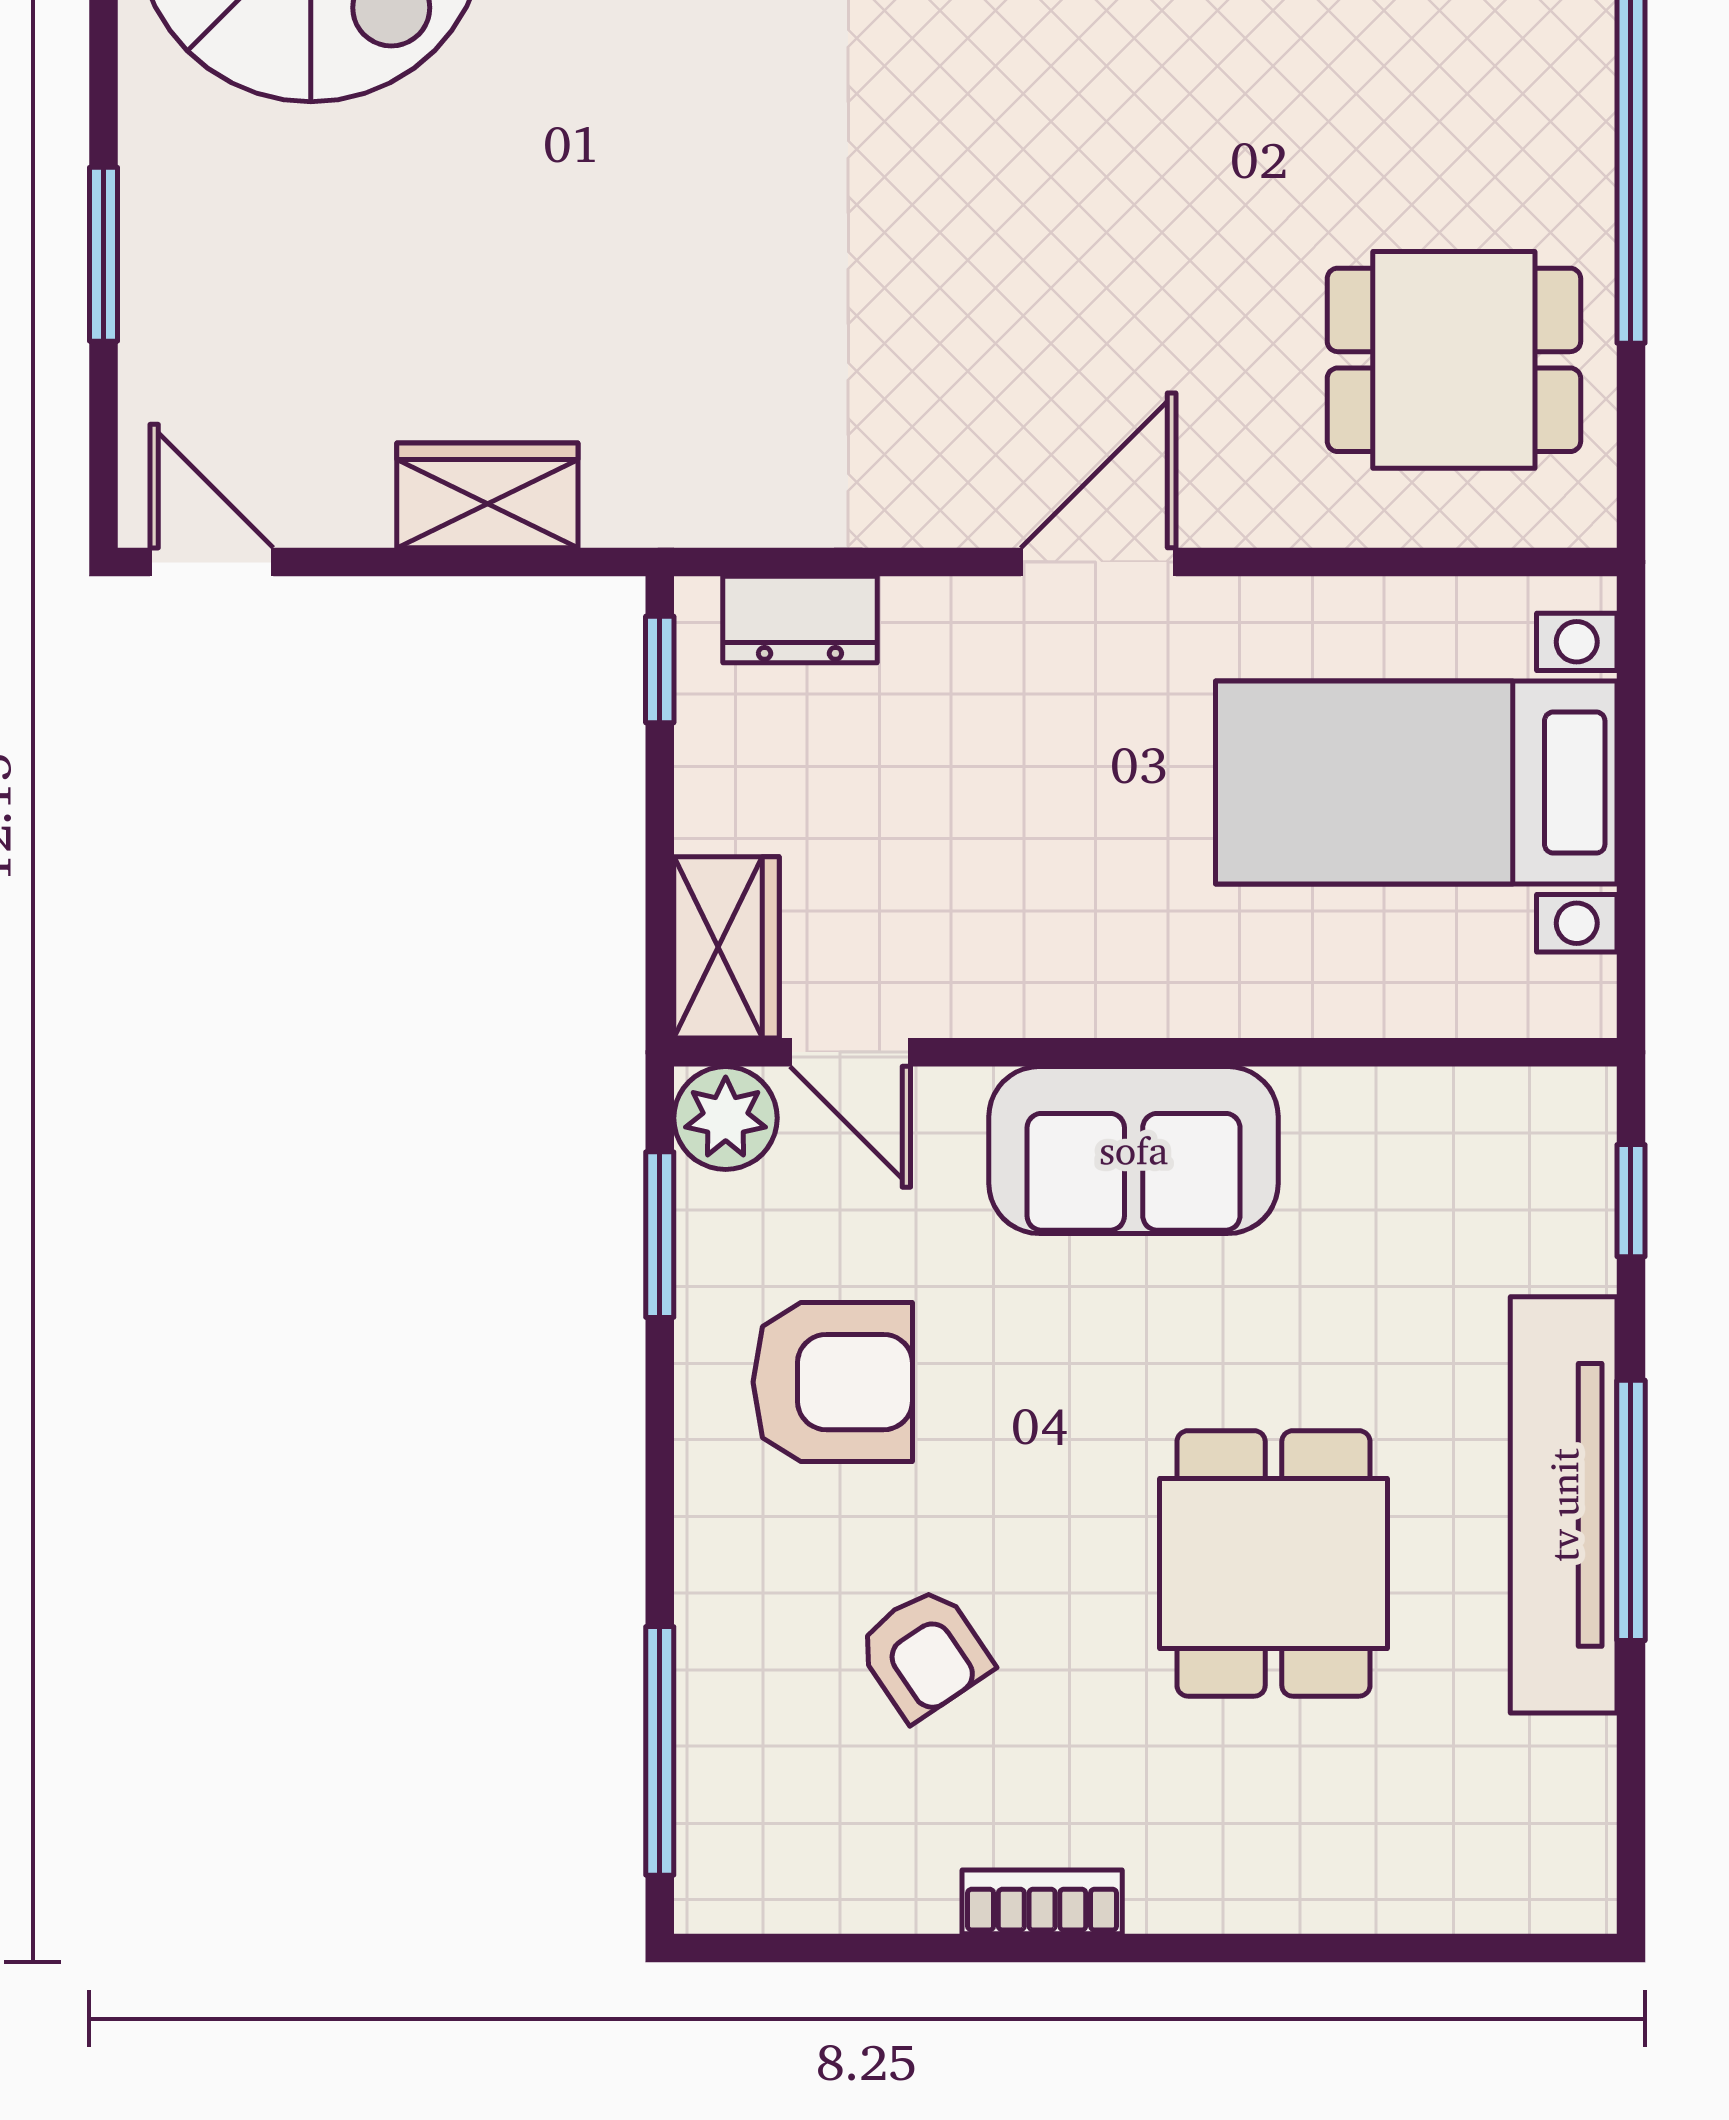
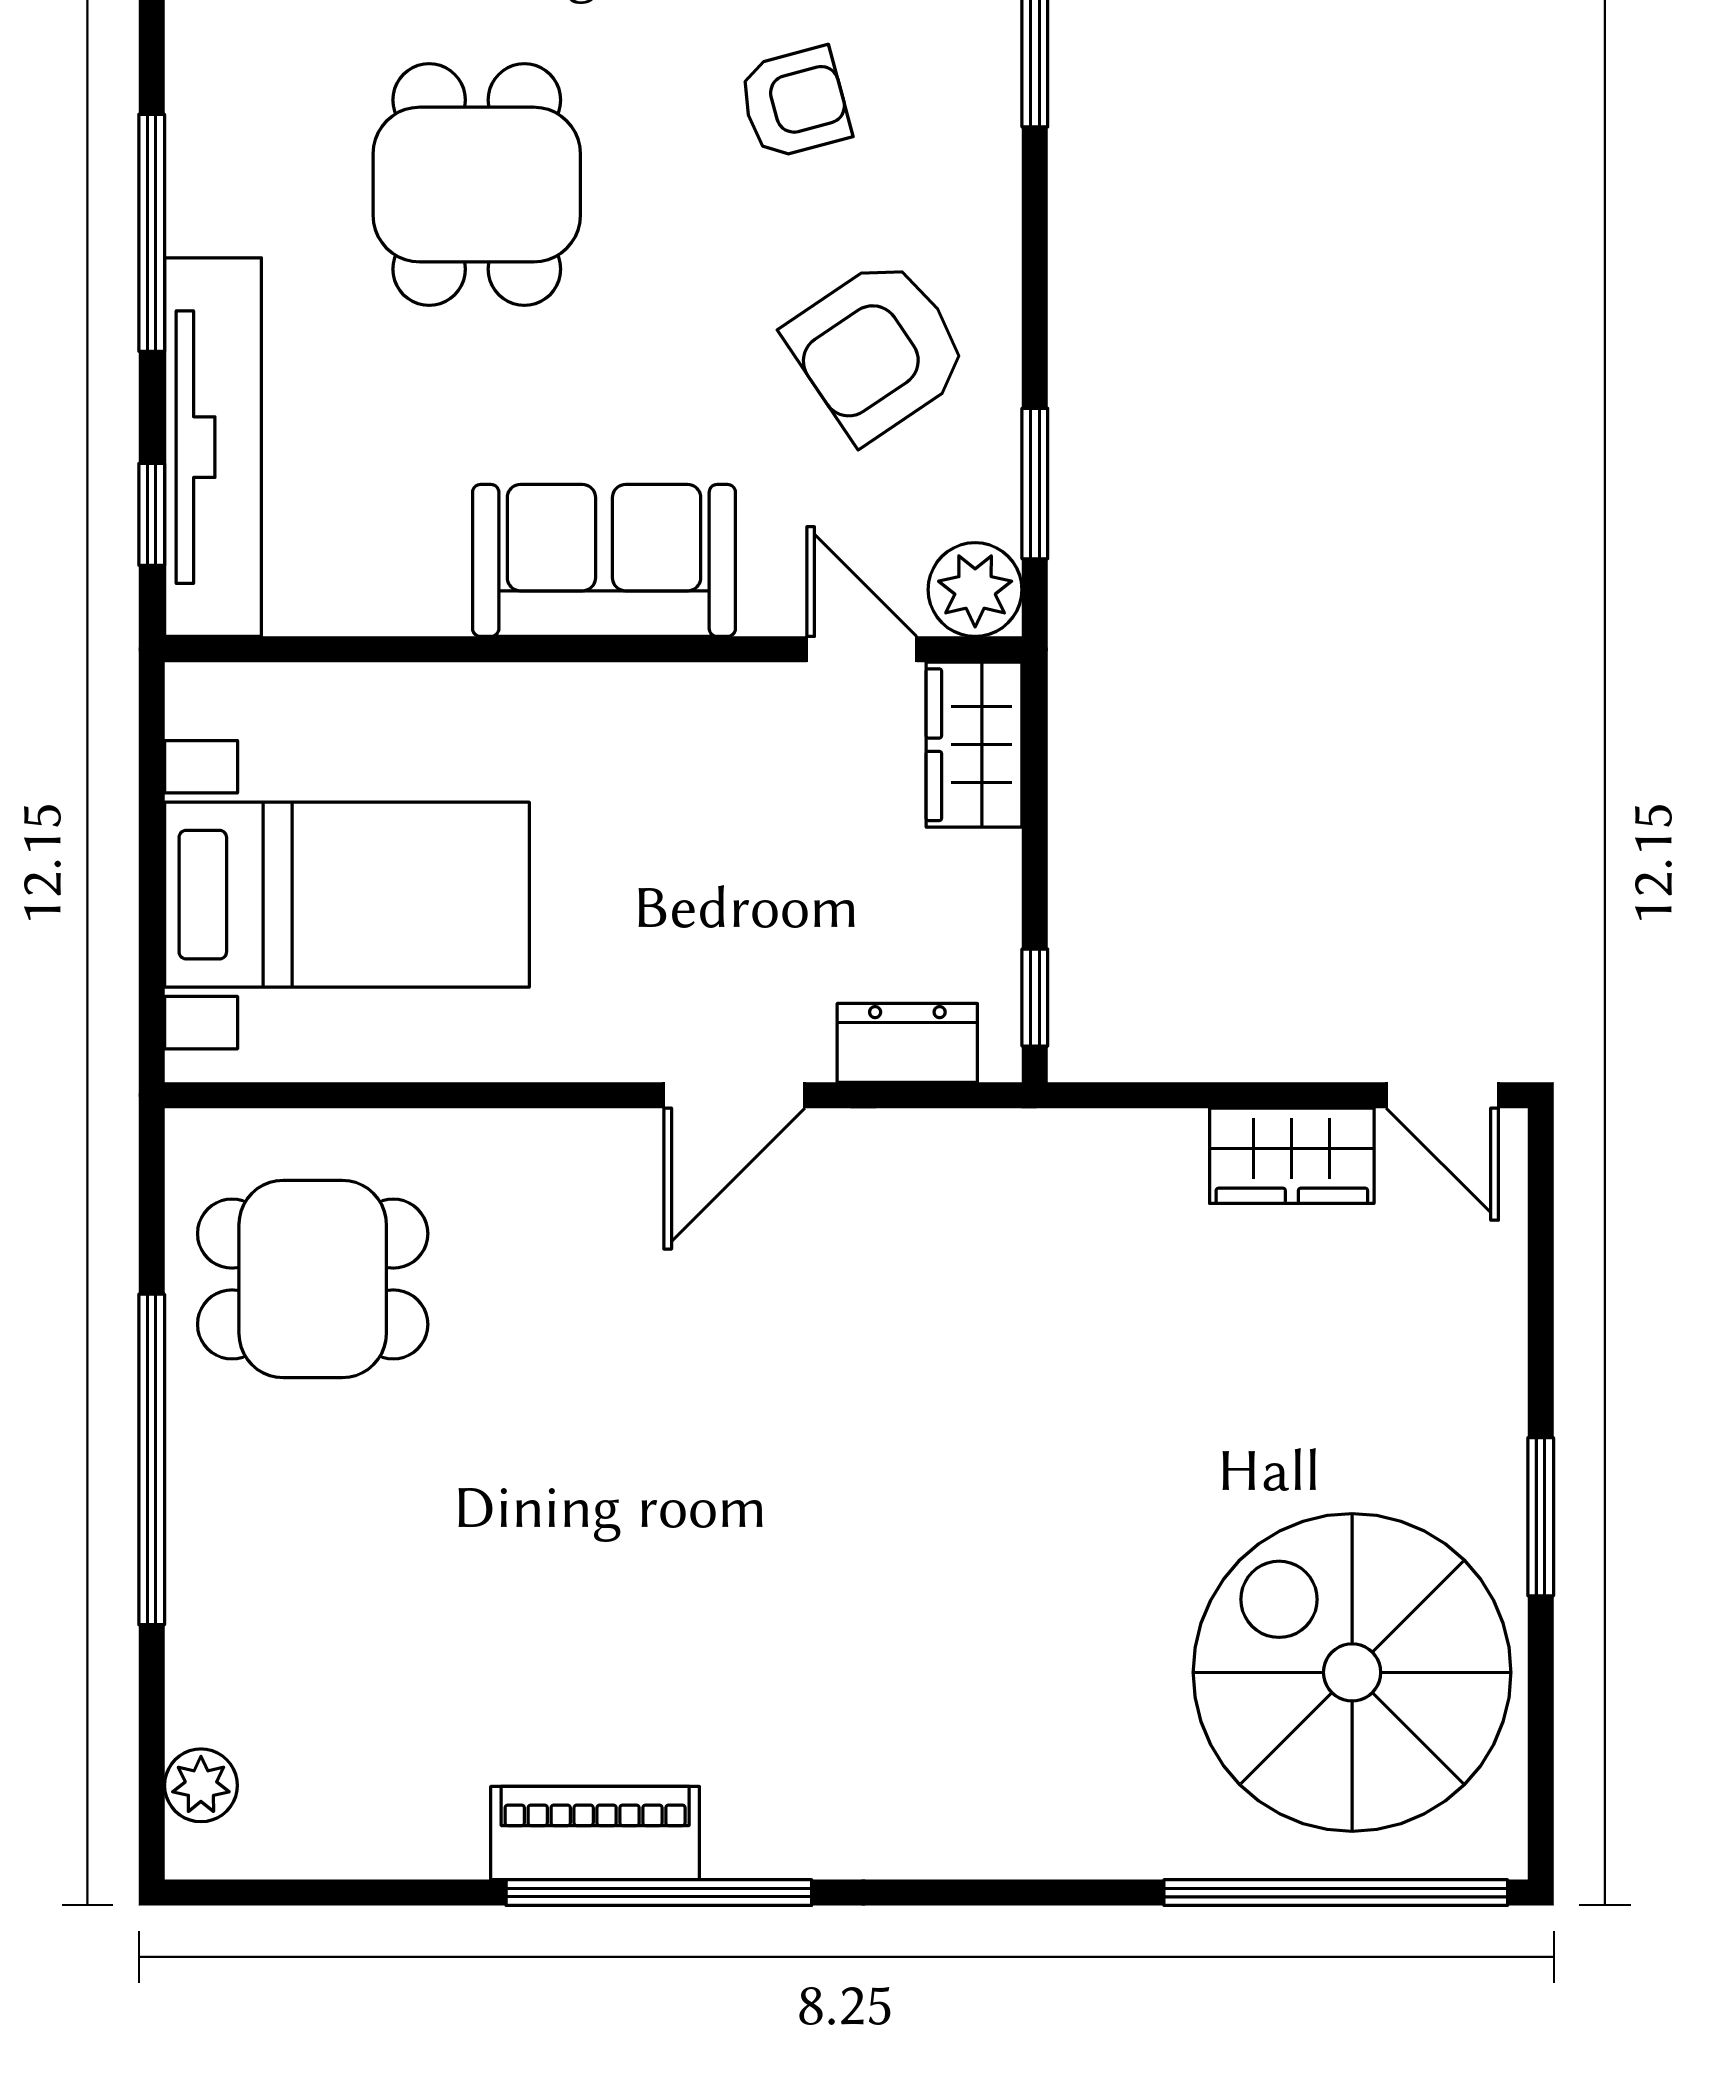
window: (103, 254) -> (1541, 1517), moved
wardrobe: (487, 495) -> (1292, 1156), moved
door: (1098, 562) -> (734, 1095), moved
armchair: (833, 1382) -> (878, 349), turned -34
tv unit: (1564, 1505) -> (213, 447), moved
armchair: (924, 1653) -> (795, 103), turned 109

